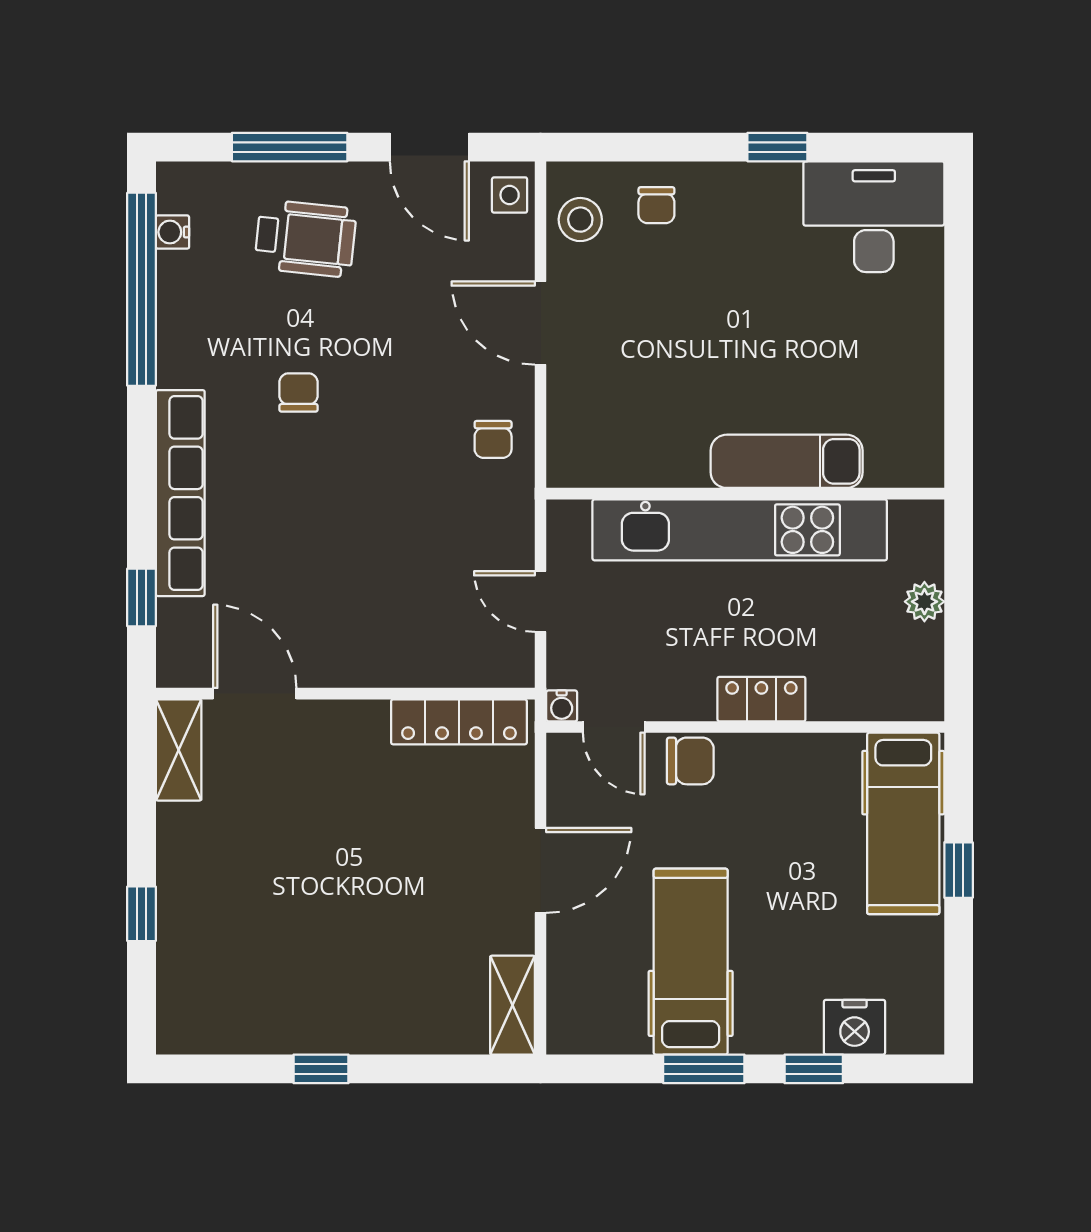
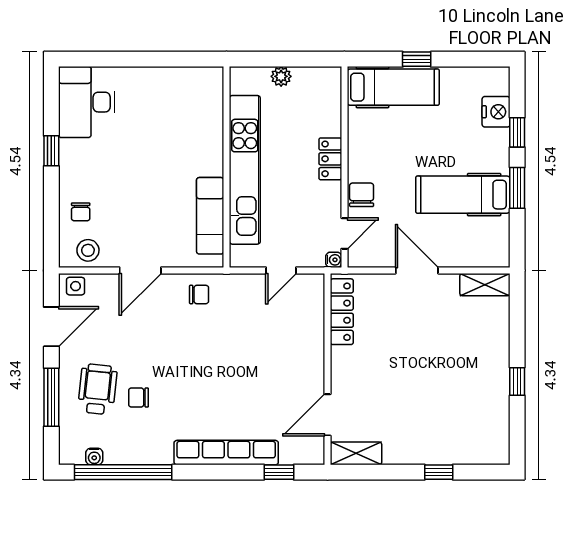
chair: (656, 205) -> (81, 212), turned 90
chair: (299, 392) -> (139, 397), moved
exam couch: (787, 461) -> (210, 216), moved

